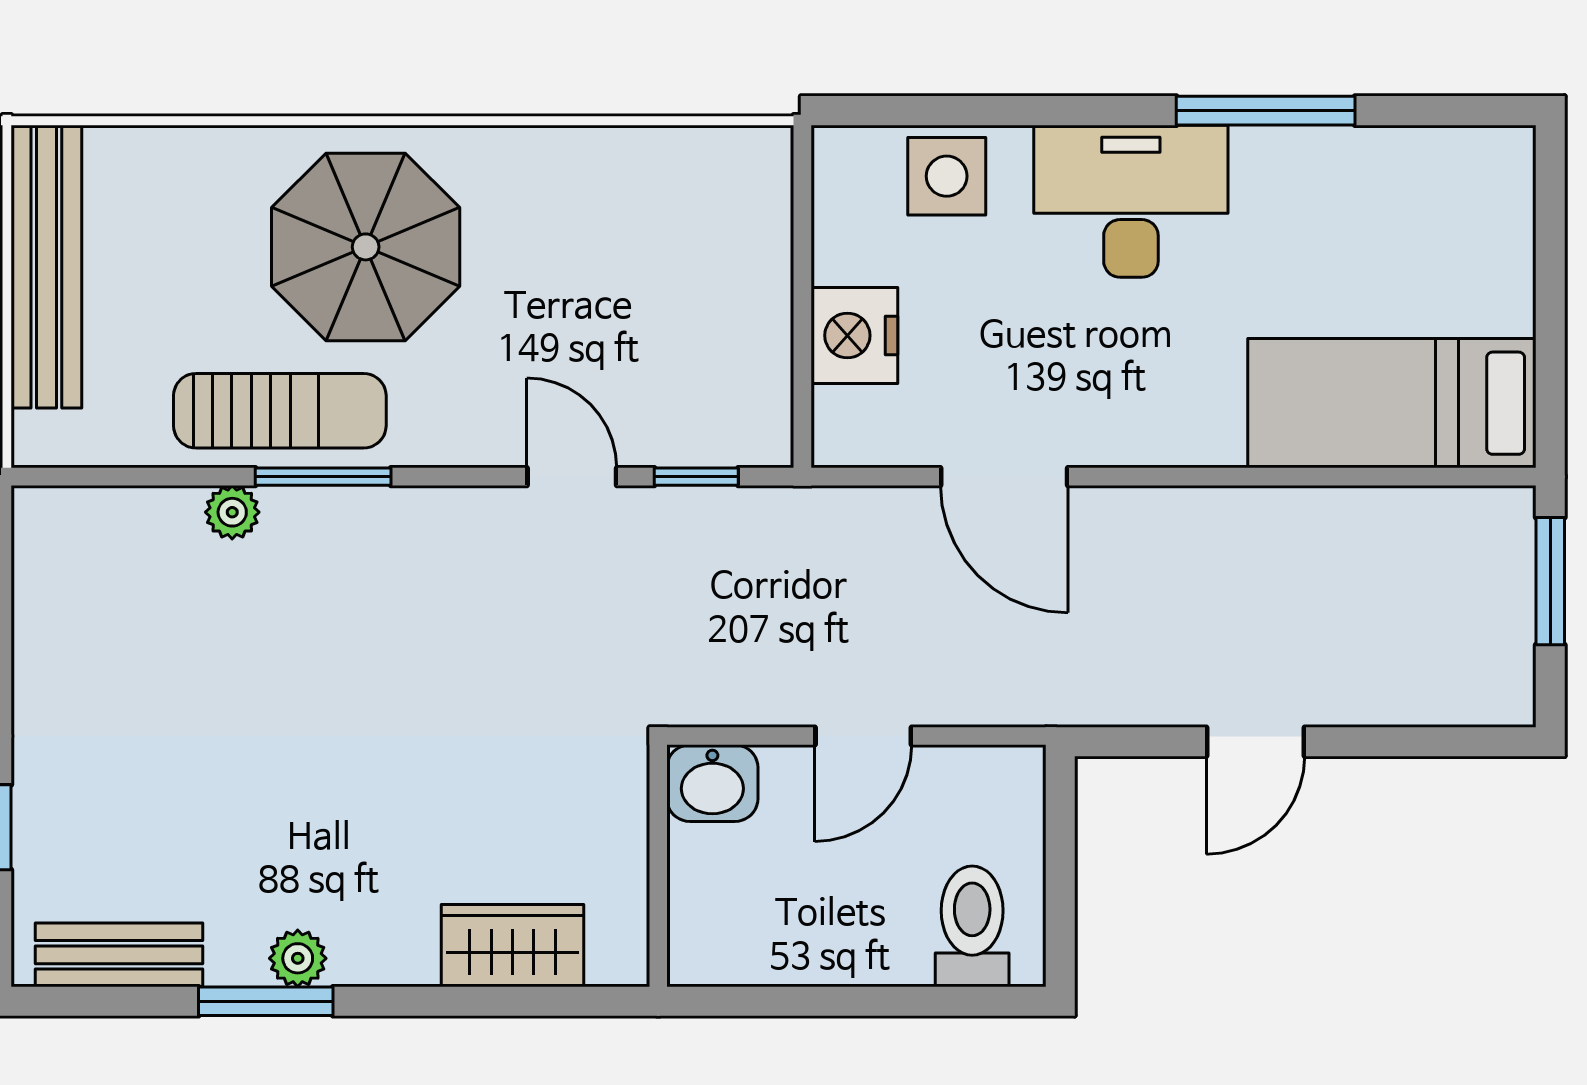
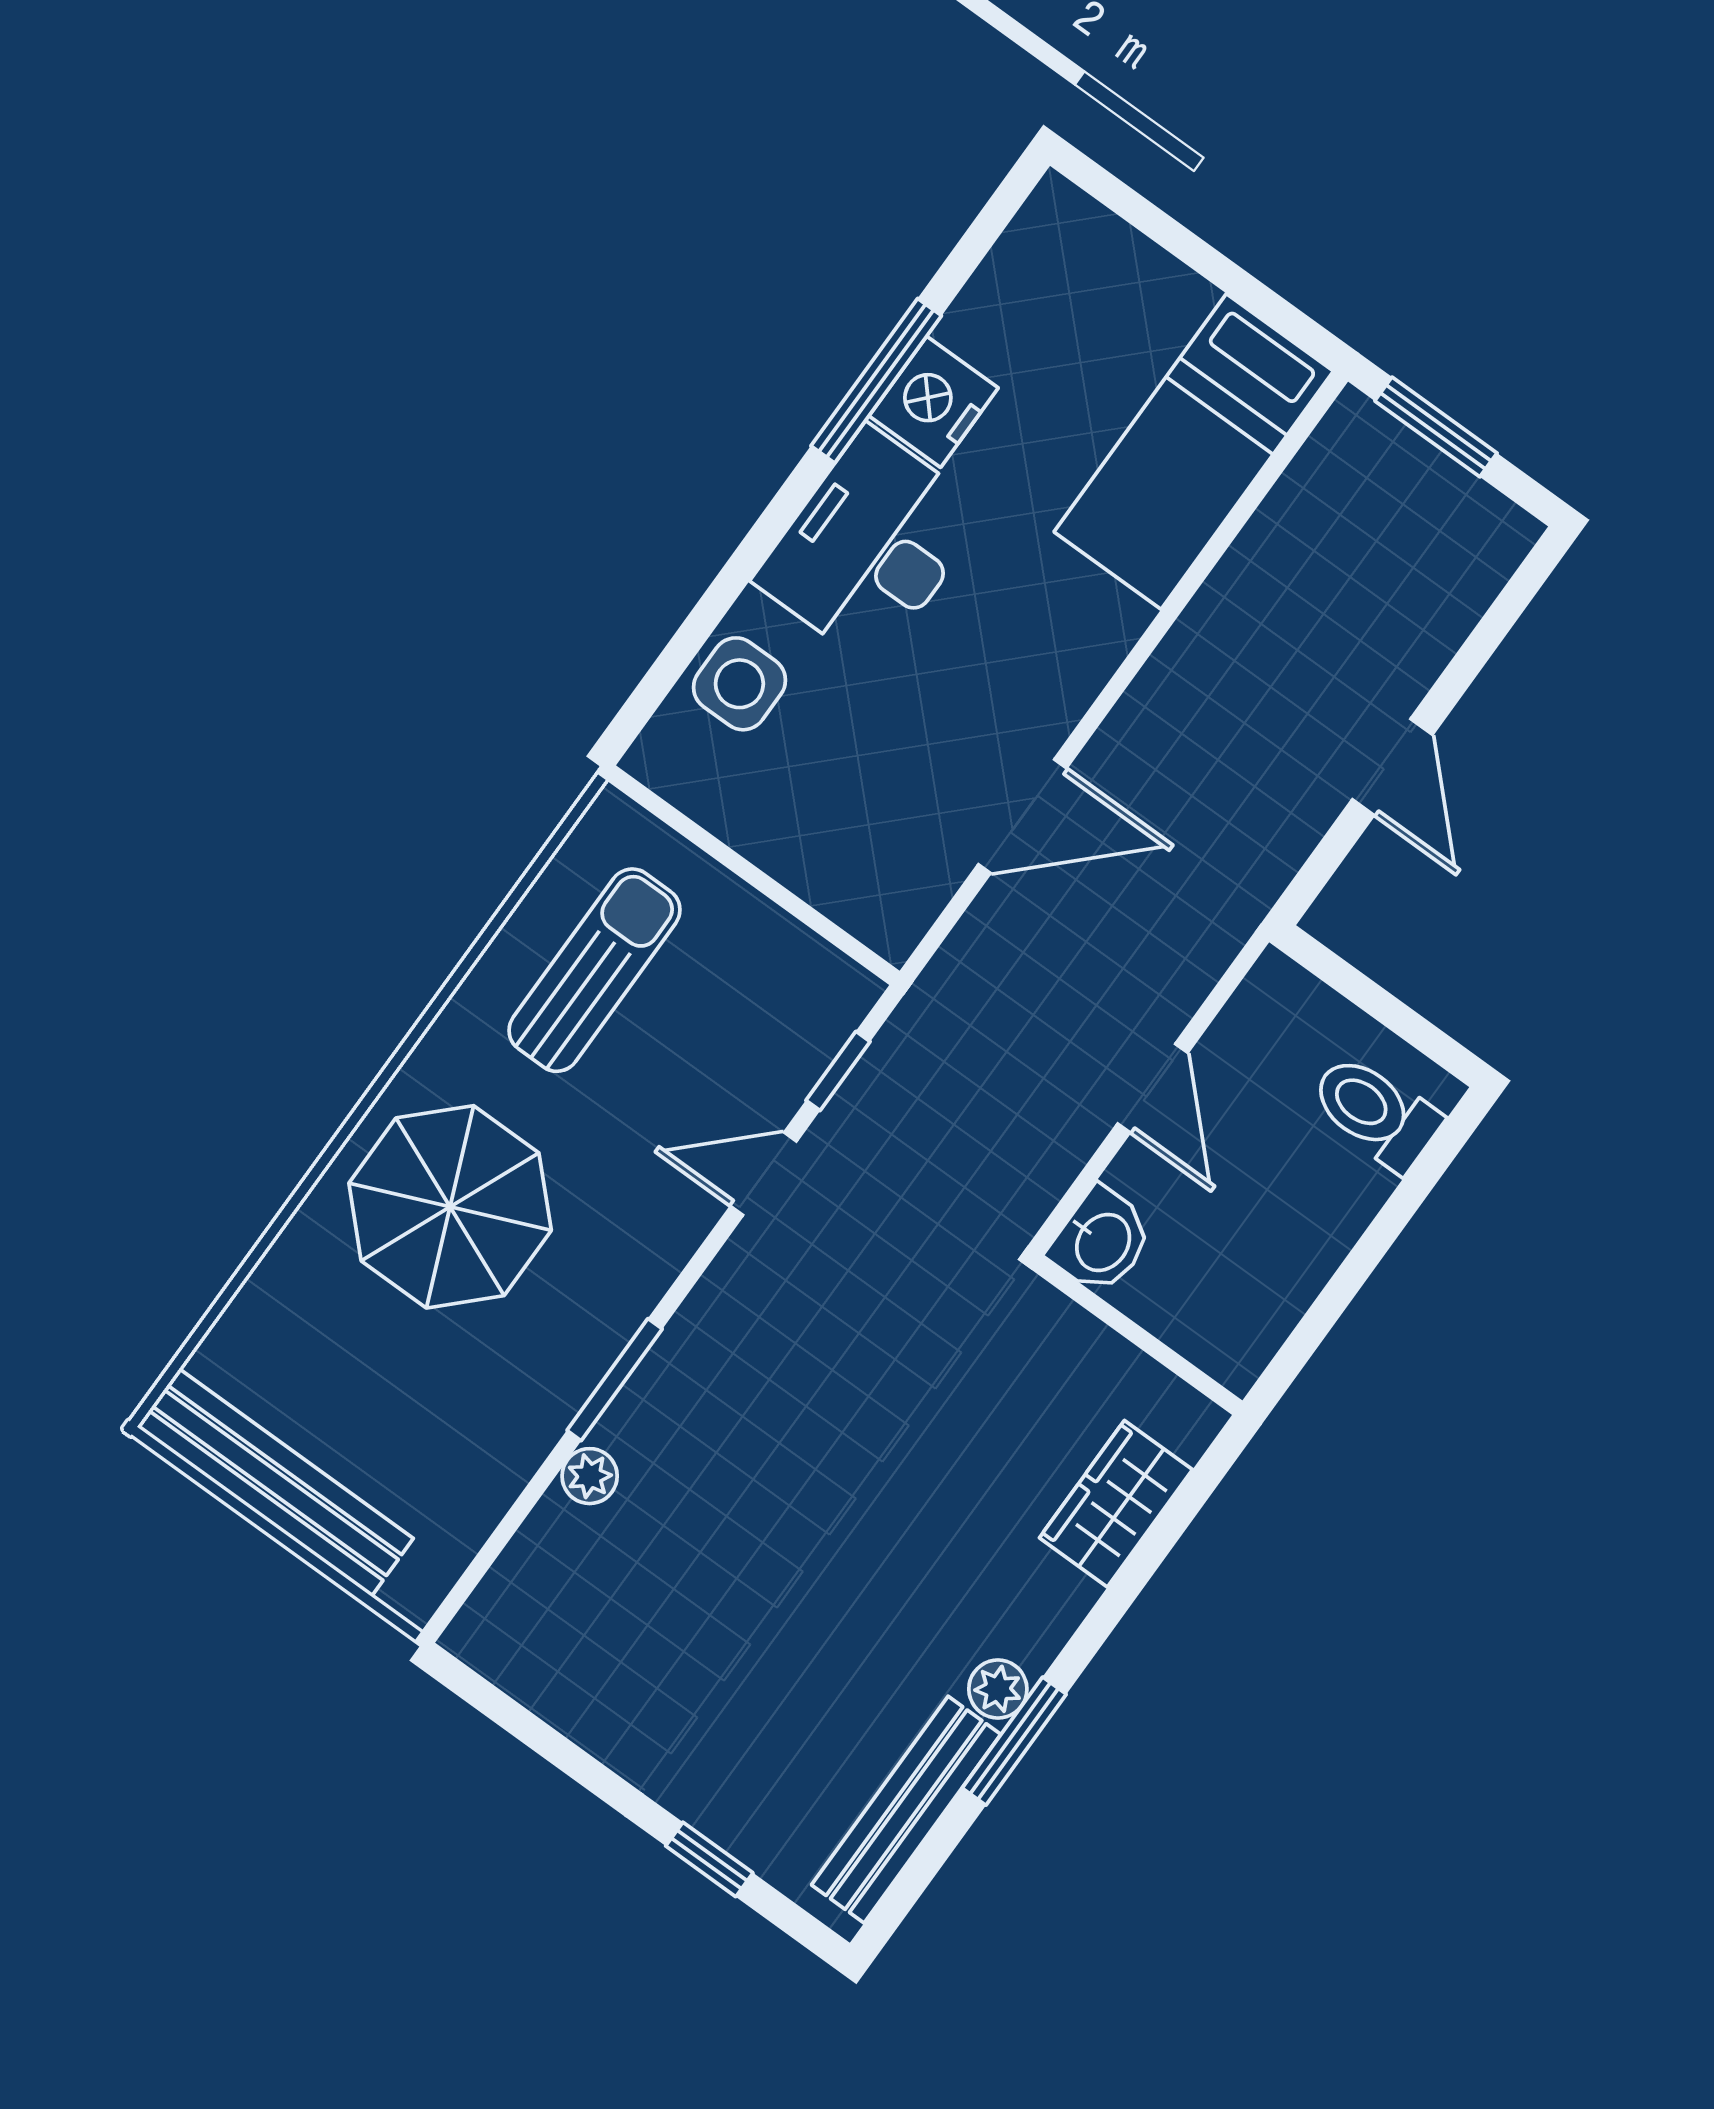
nightstand: (854, 335) -> (934, 402), moved, turned 90
sun lounger: (280, 411) -> (595, 970), moved
bench: (119, 955) -> (906, 1810), width x1.36

